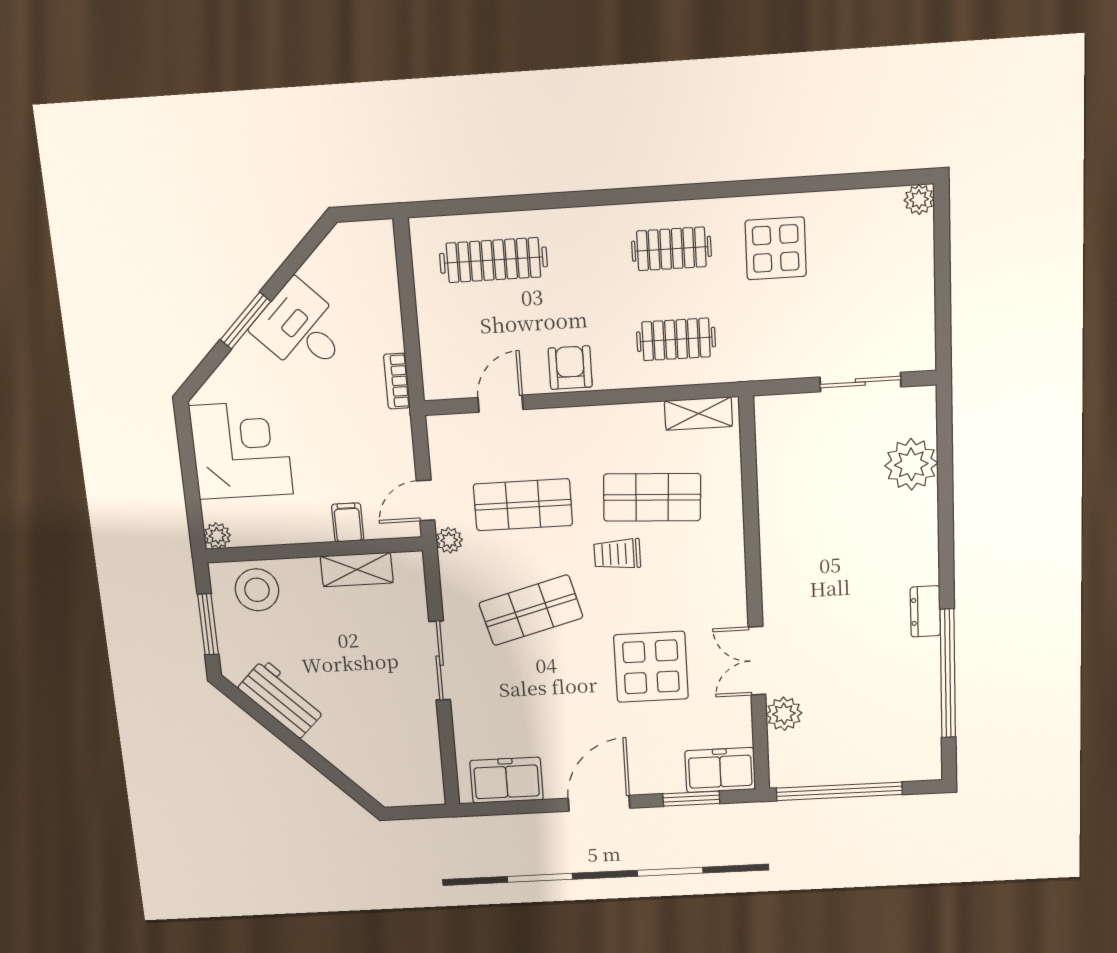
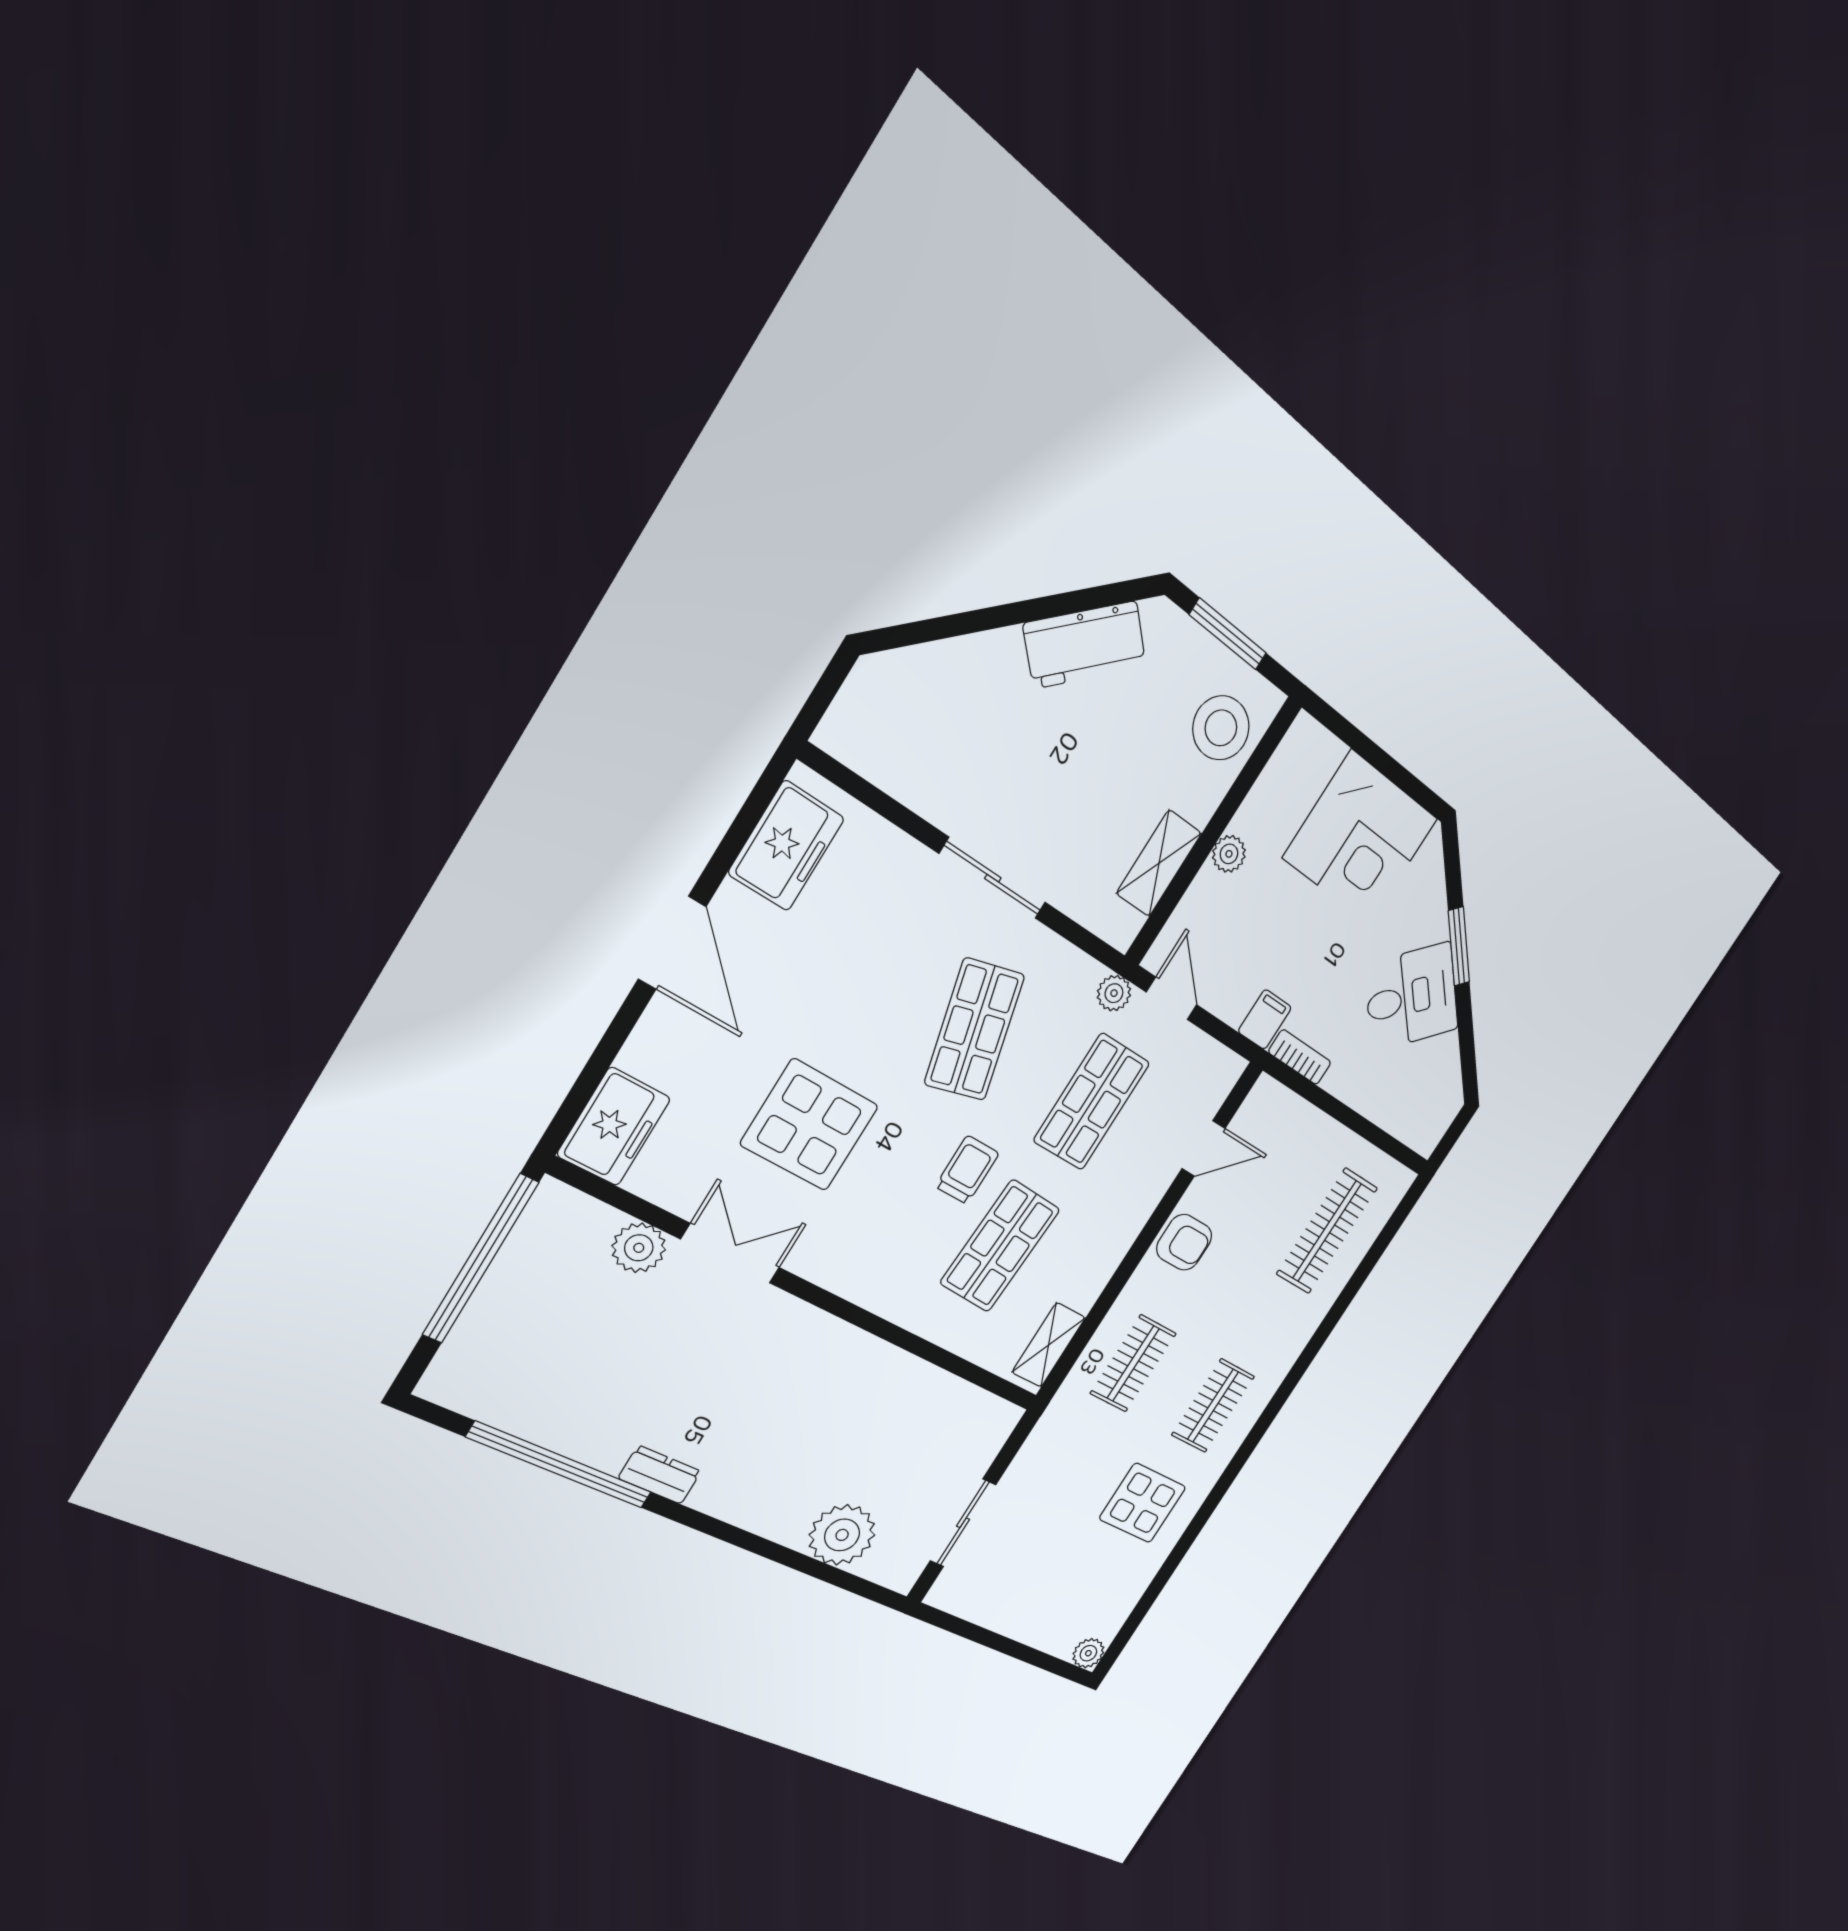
door: (501, 404) -> (1204, 1148), hinge flipped
filing cabinet: (348, 522) -> (1265, 1019), moved, turned -90
plant: (217, 536) -> (1229, 854), moved
window: (691, 799) -> (597, 1066), removed

